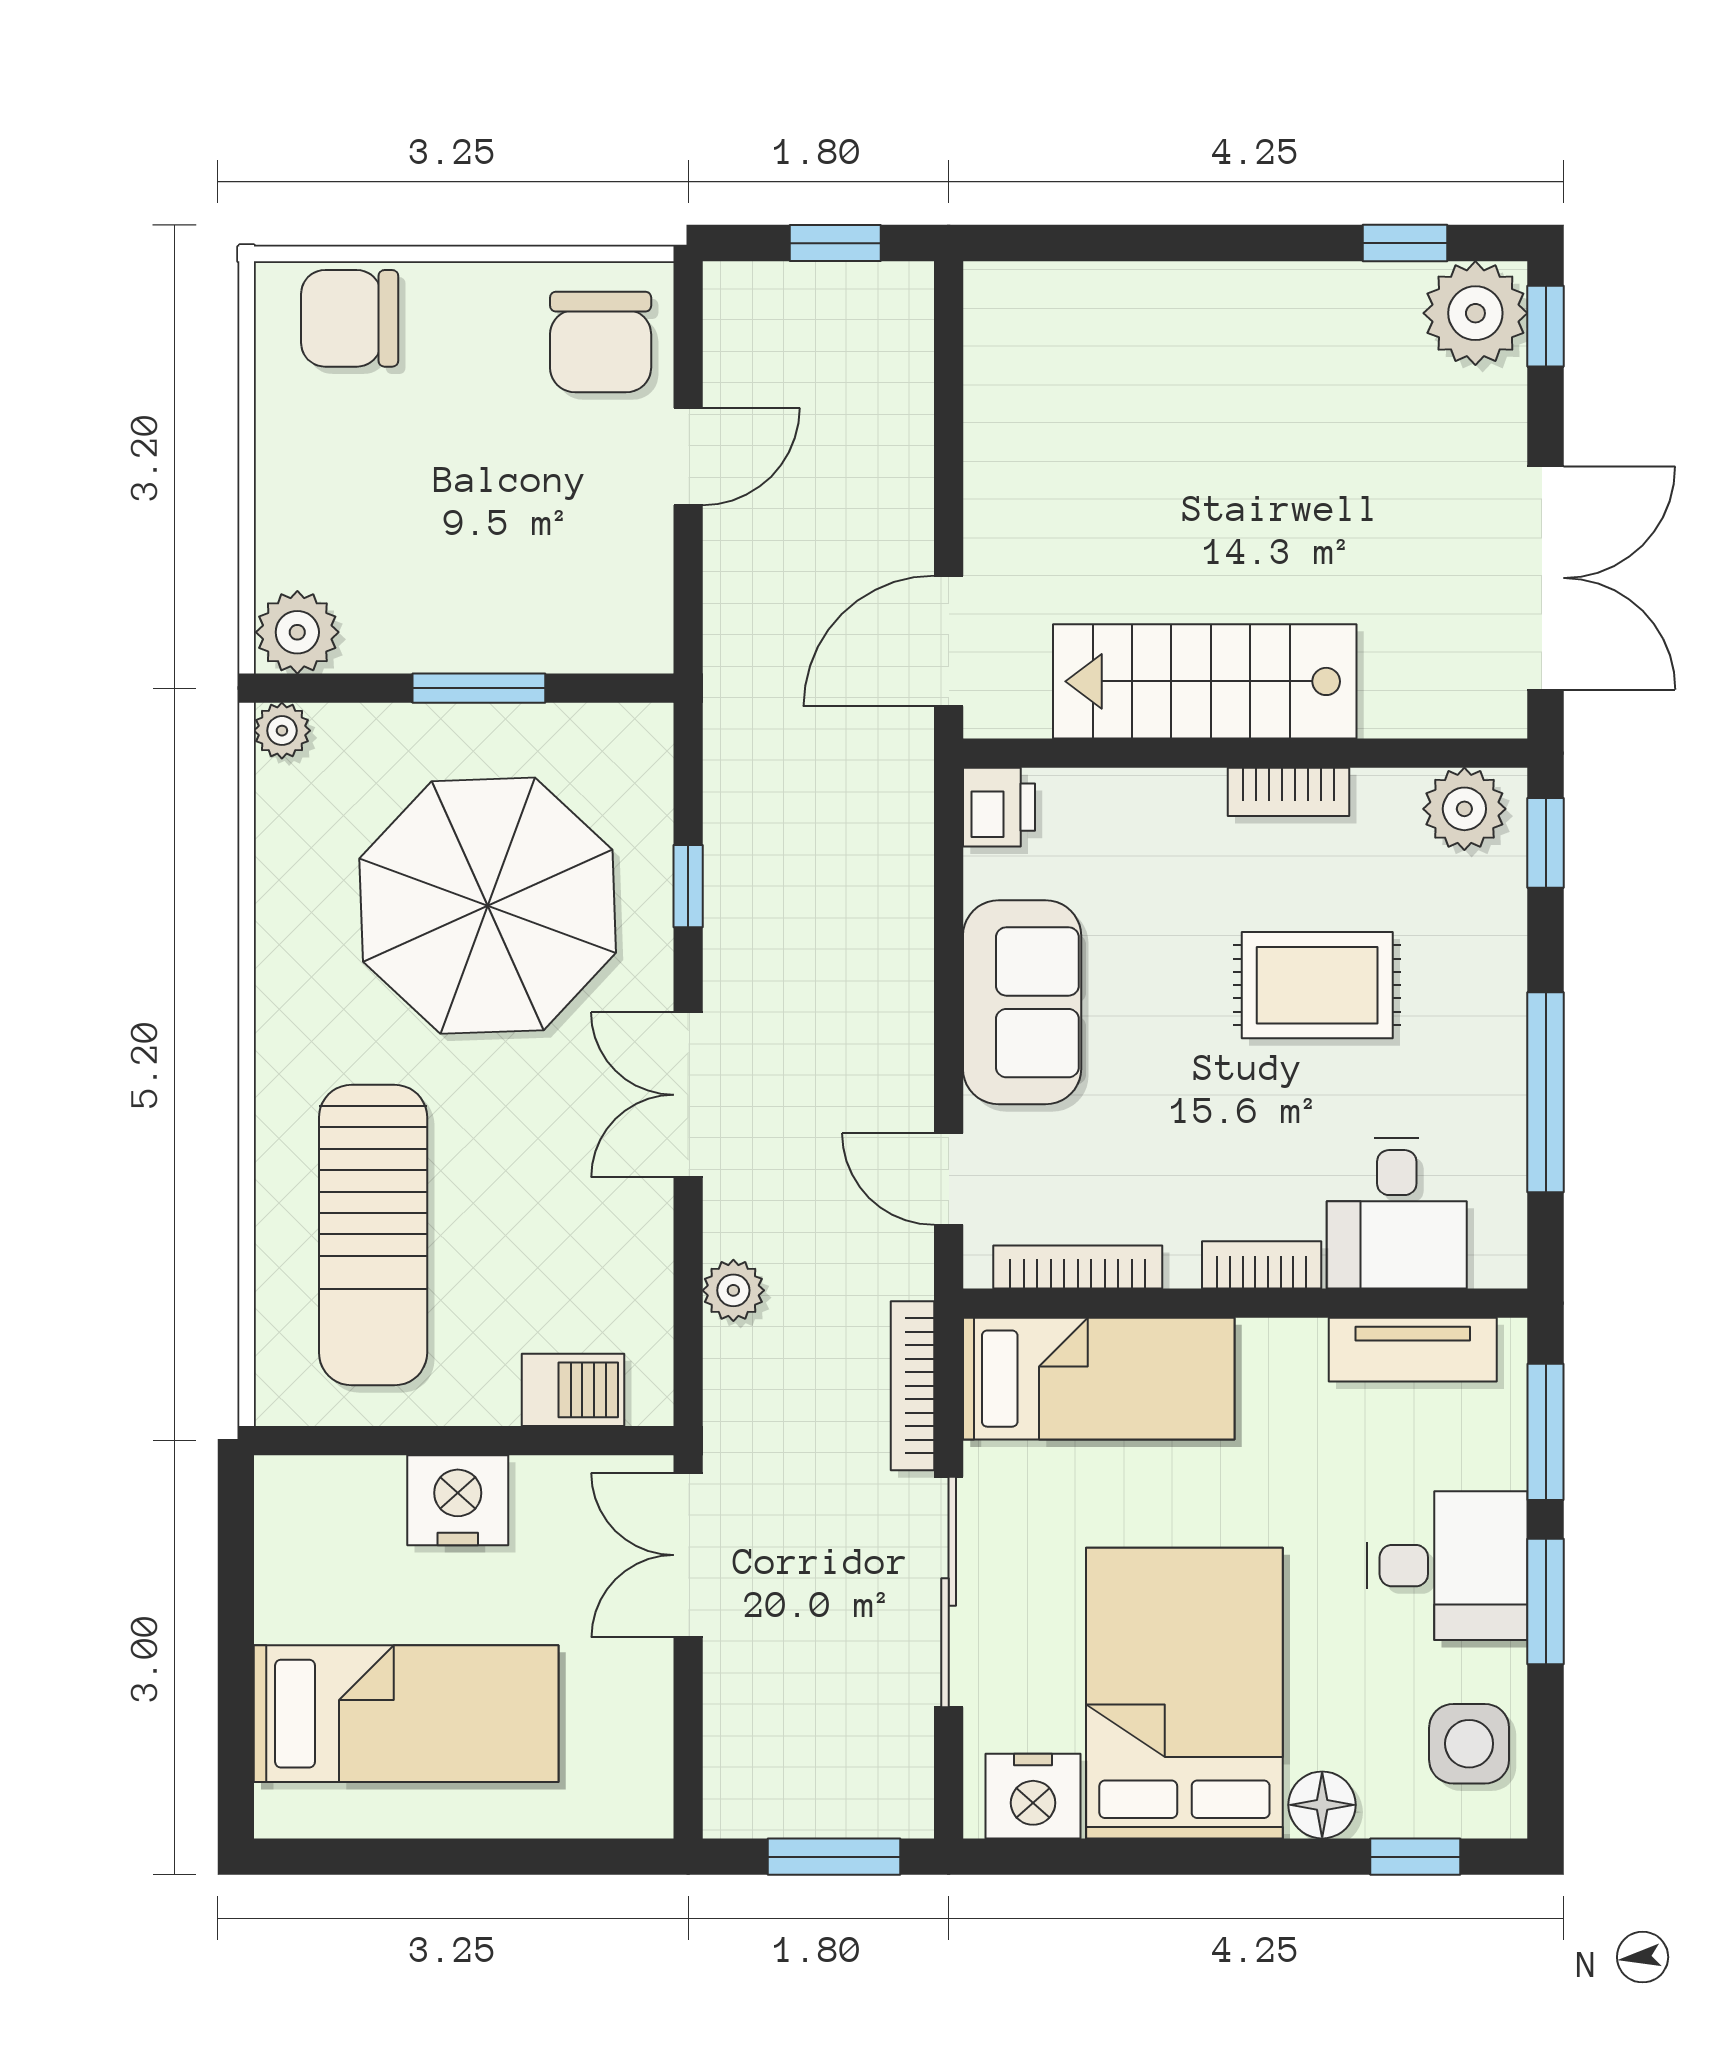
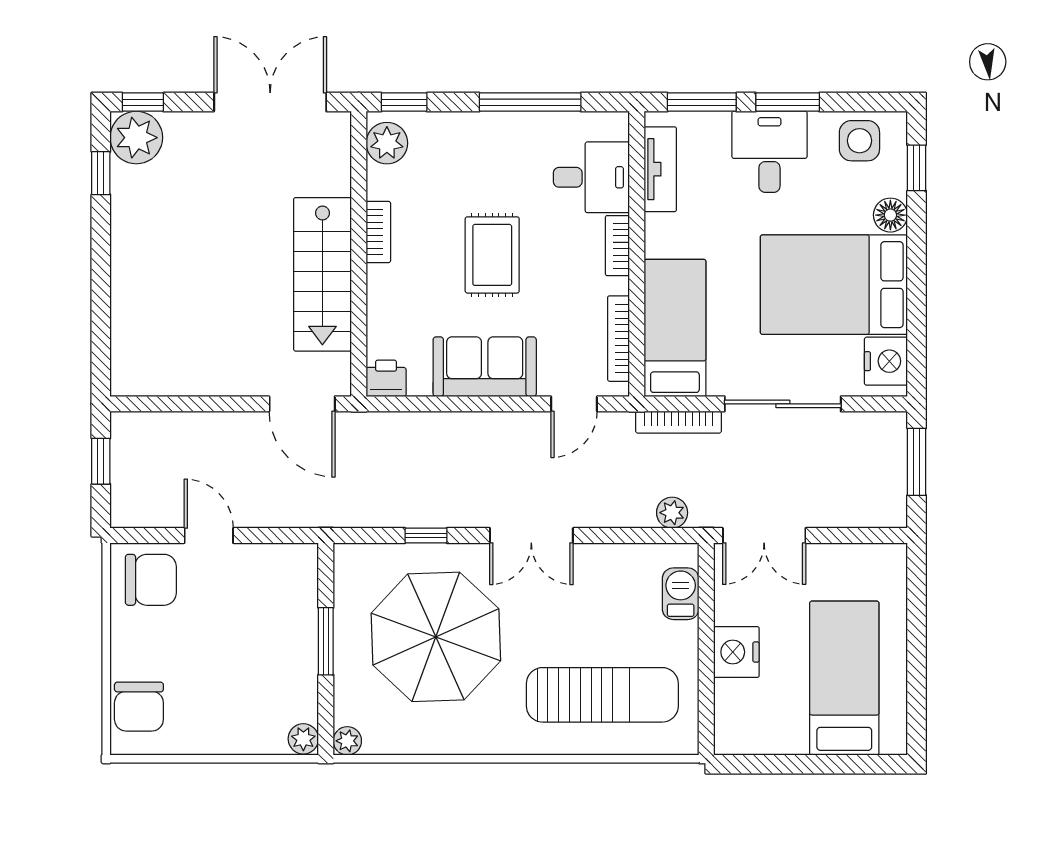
plant: (297, 632) -> (303, 739), width x0.73, depth x0.73
rug: (1317, 985) -> (492, 255), moved
plant: (733, 1290) -> (672, 513), moved

